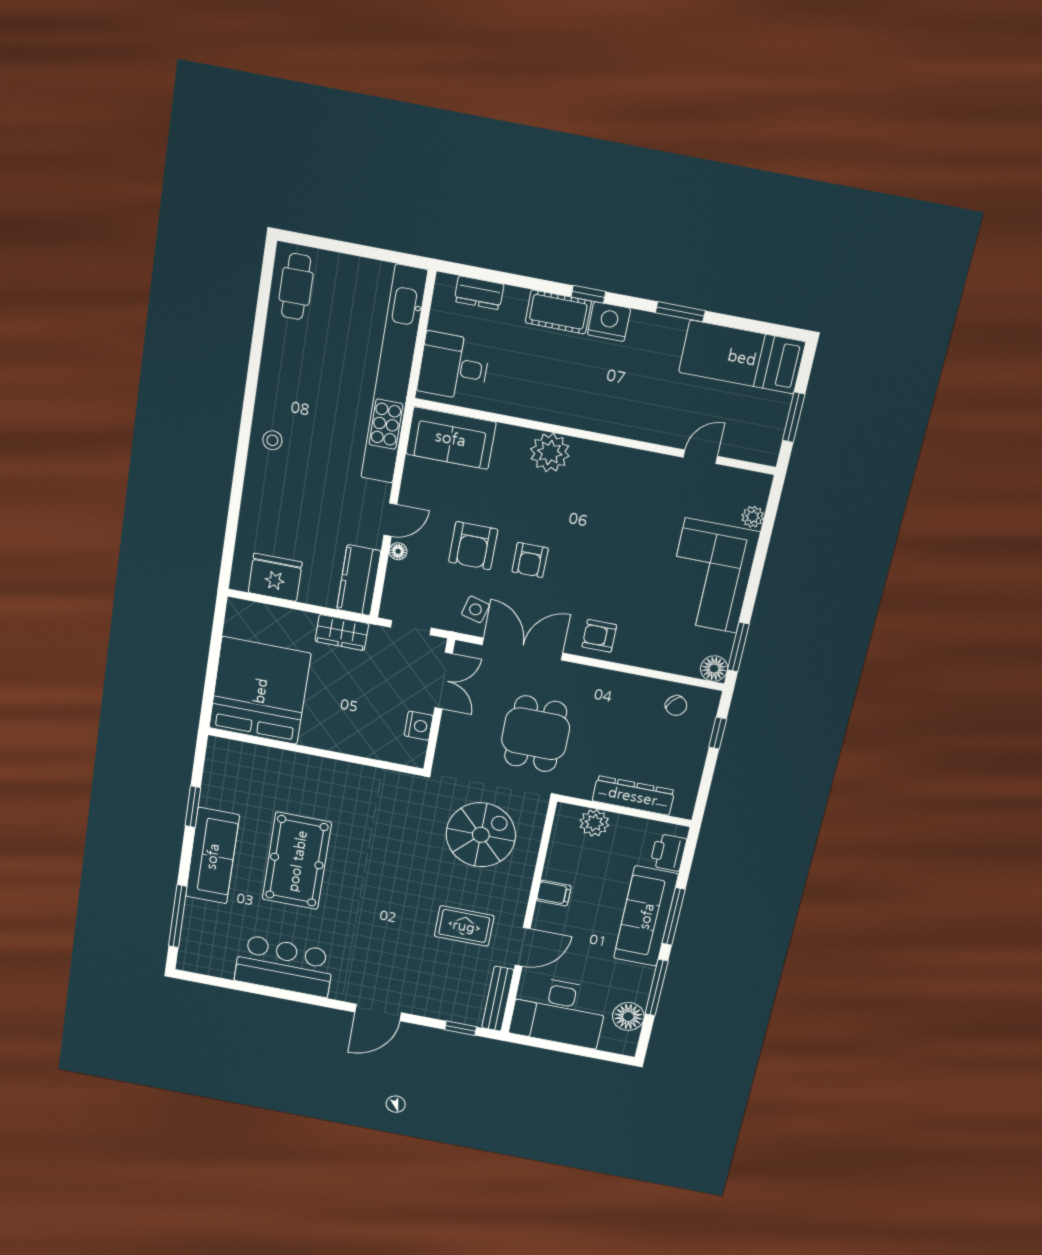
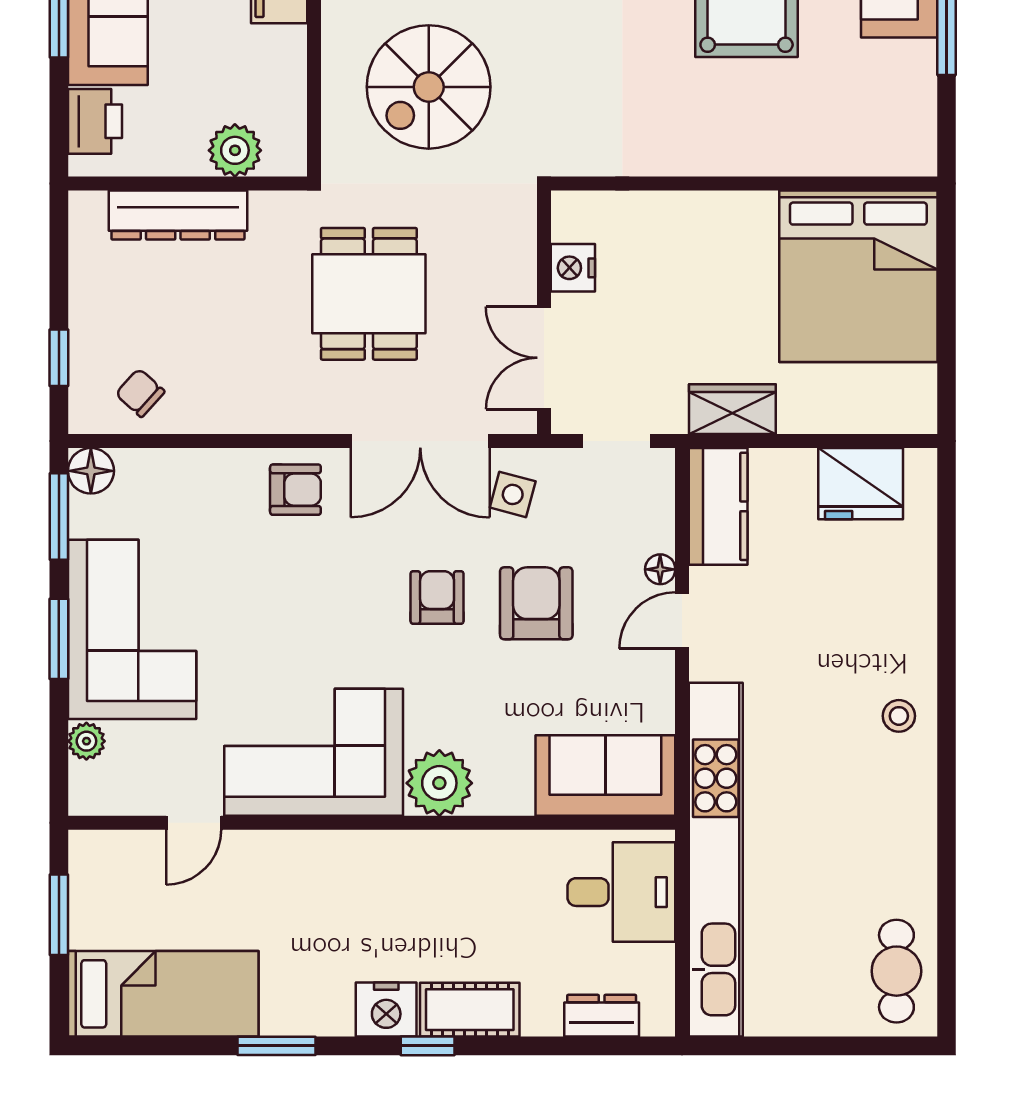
corner sofa: (620, 485) -> (314, 752), added
window: (755, 579) -> (59, 639), added

